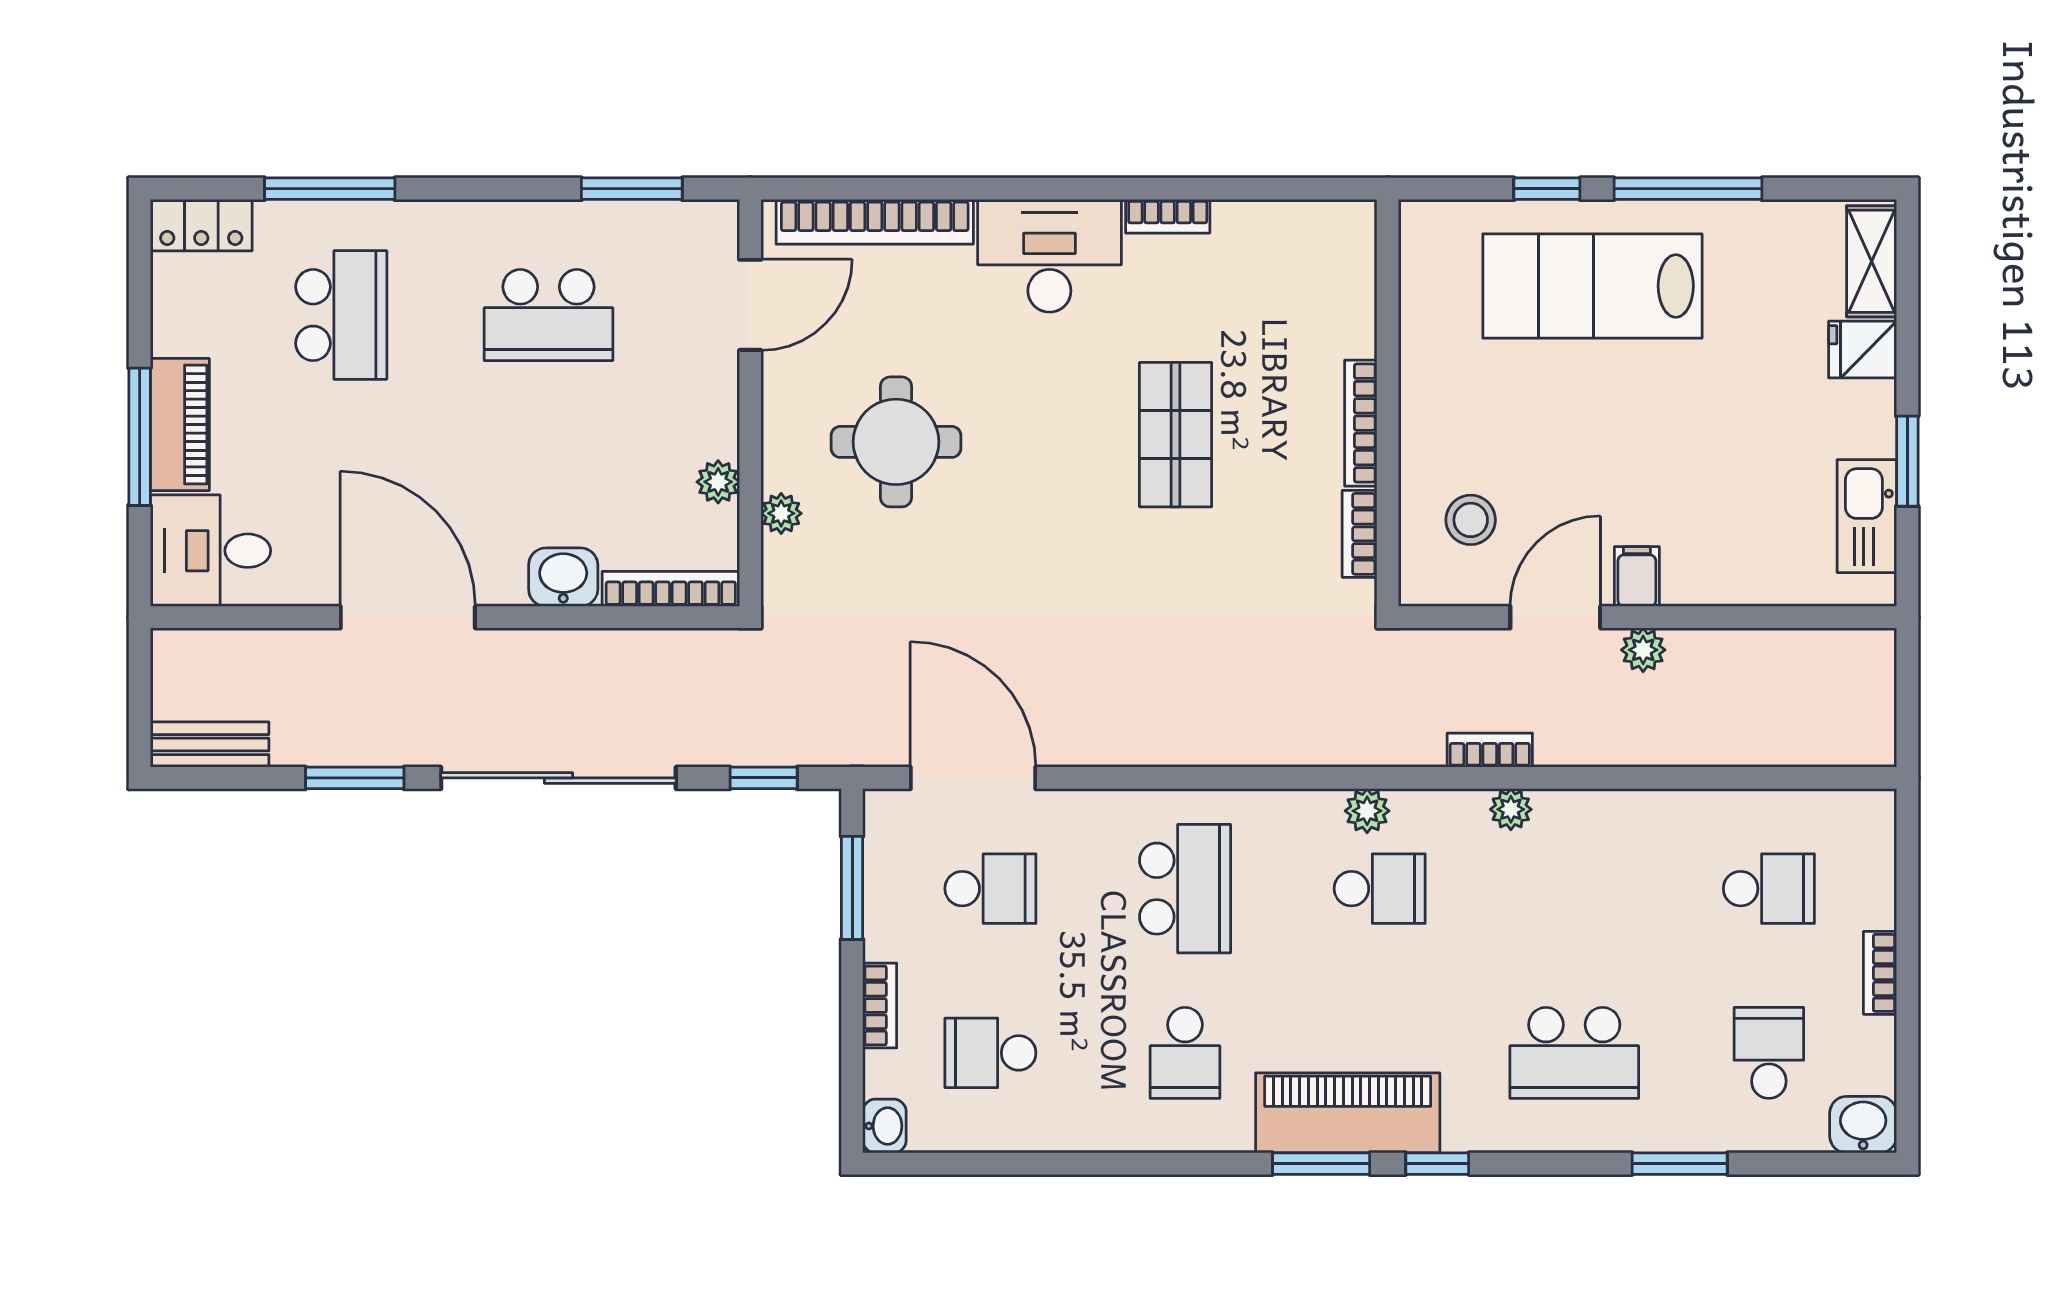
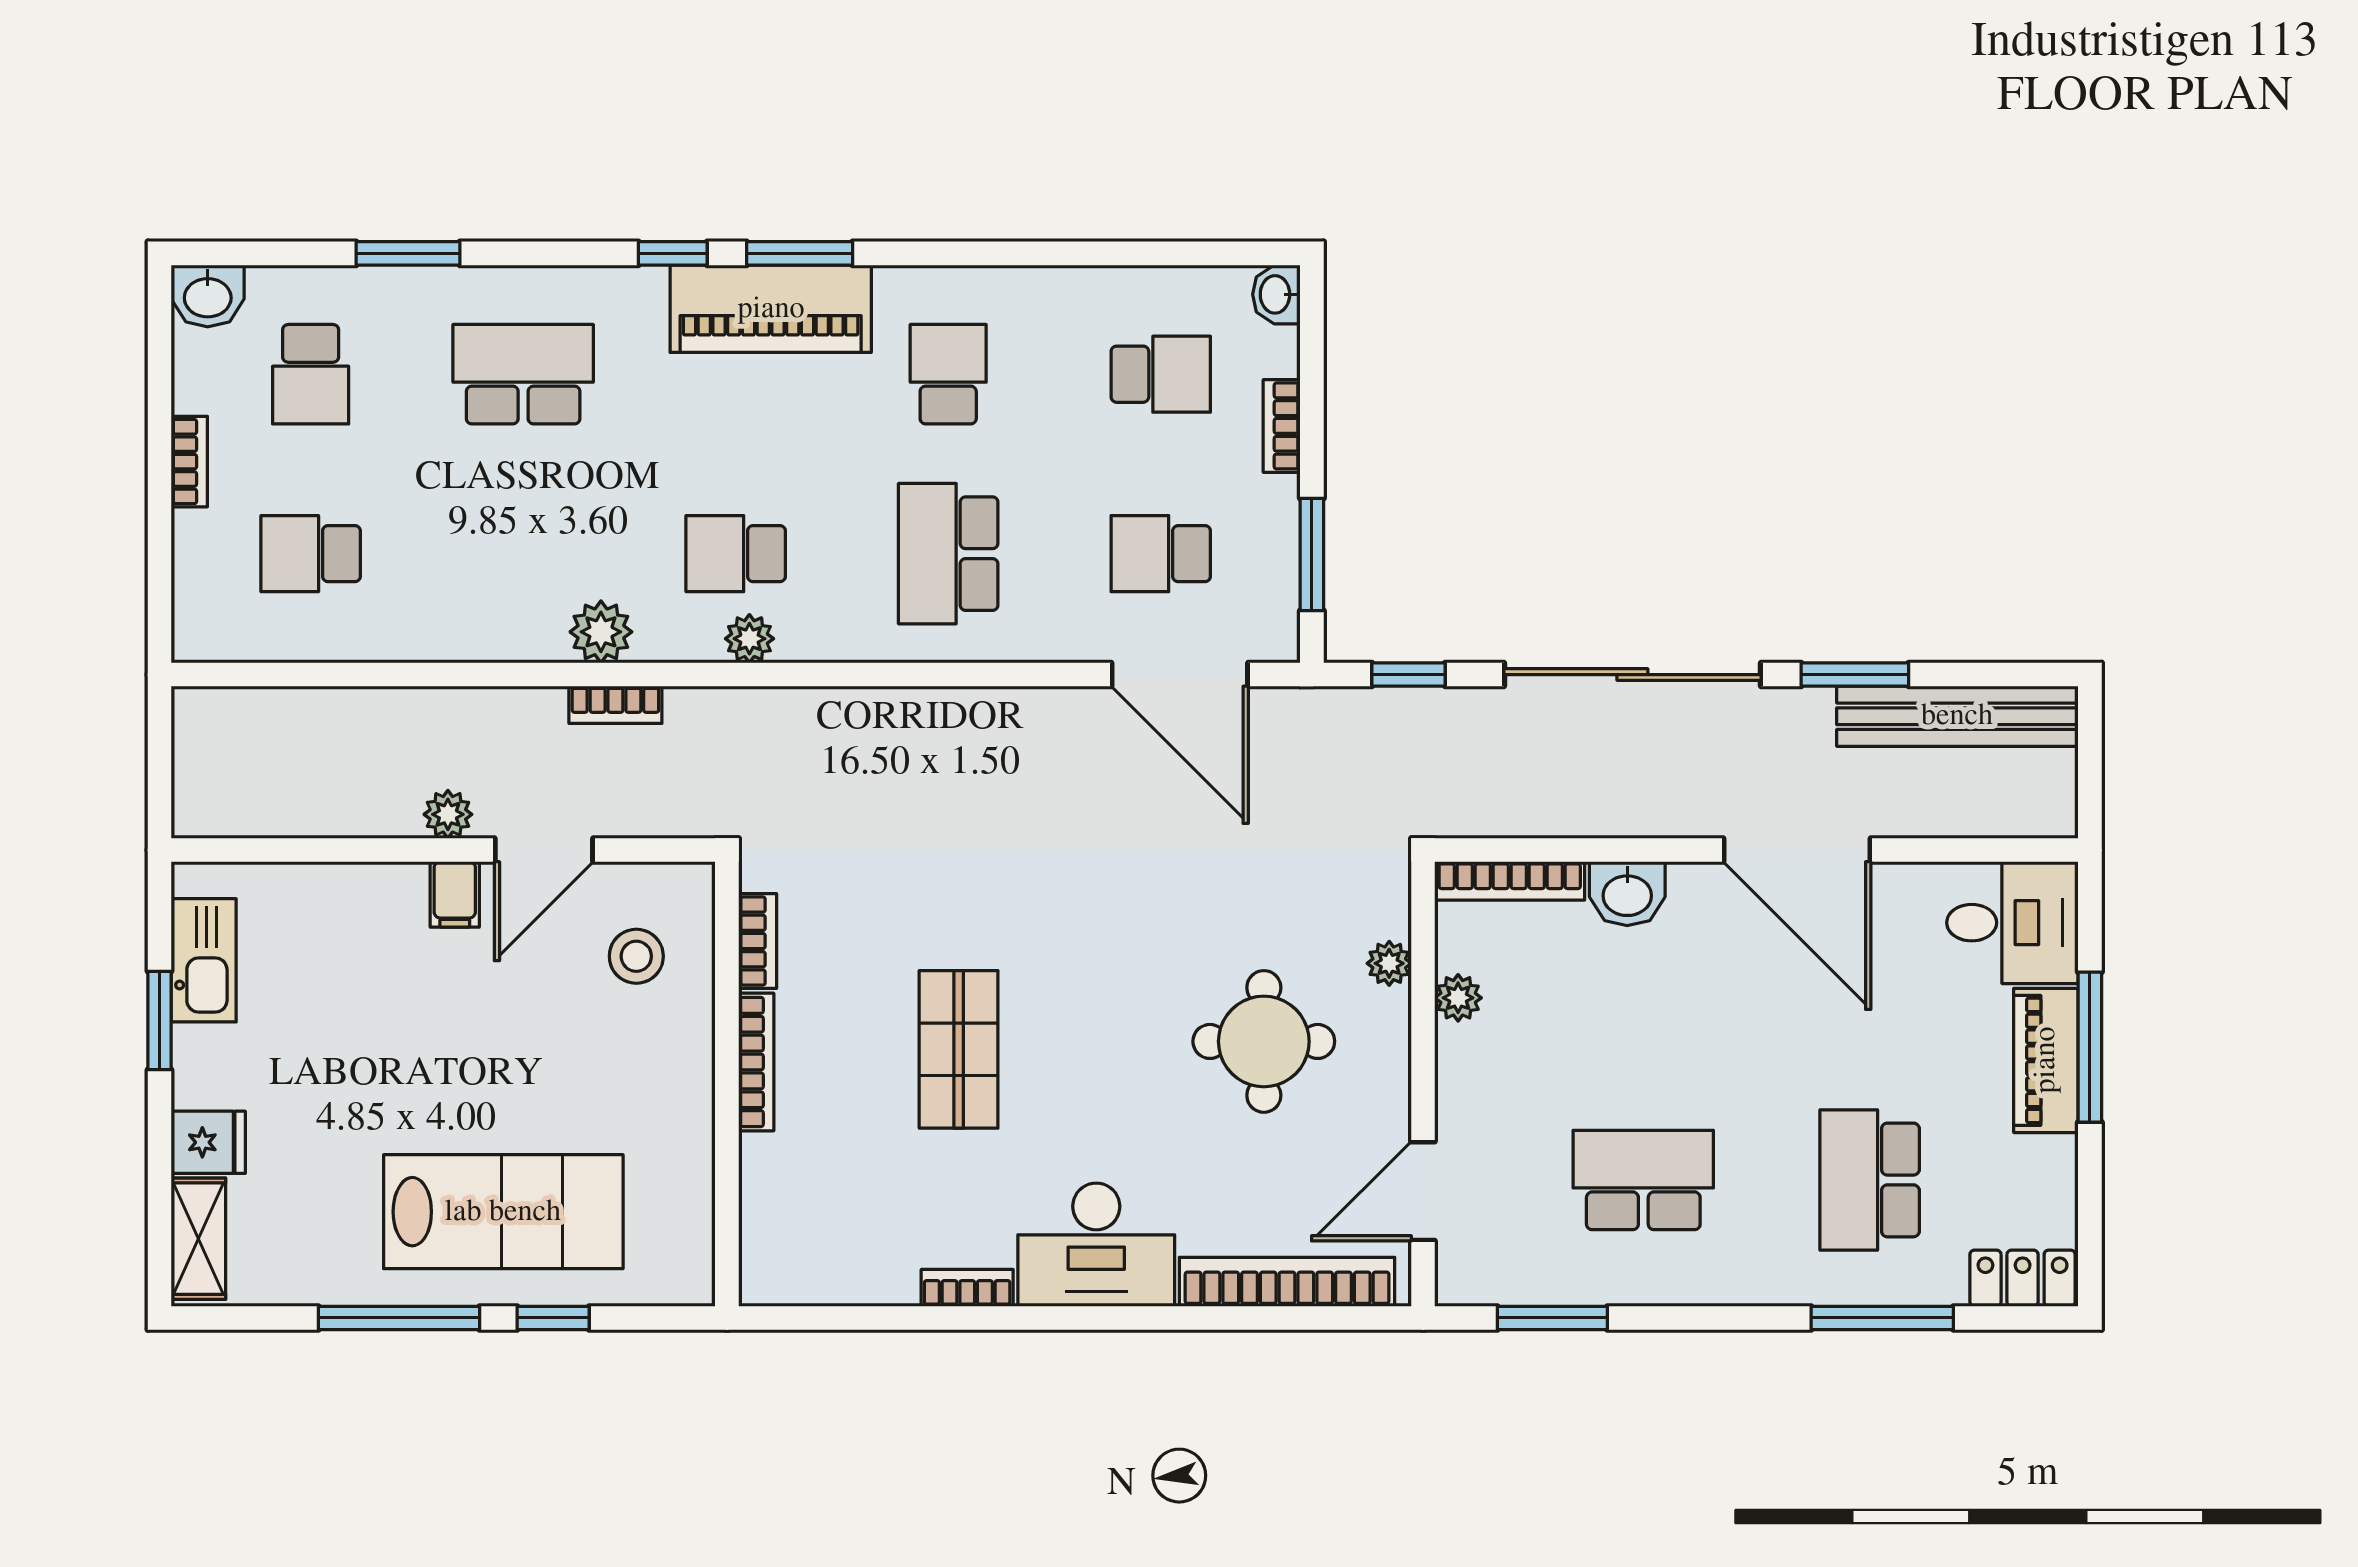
bench: (210, 745) -> (1957, 716), width x1.86, depth x1.21
plant: (1511, 809) -> (601, 632), width x1.38, depth x1.38

